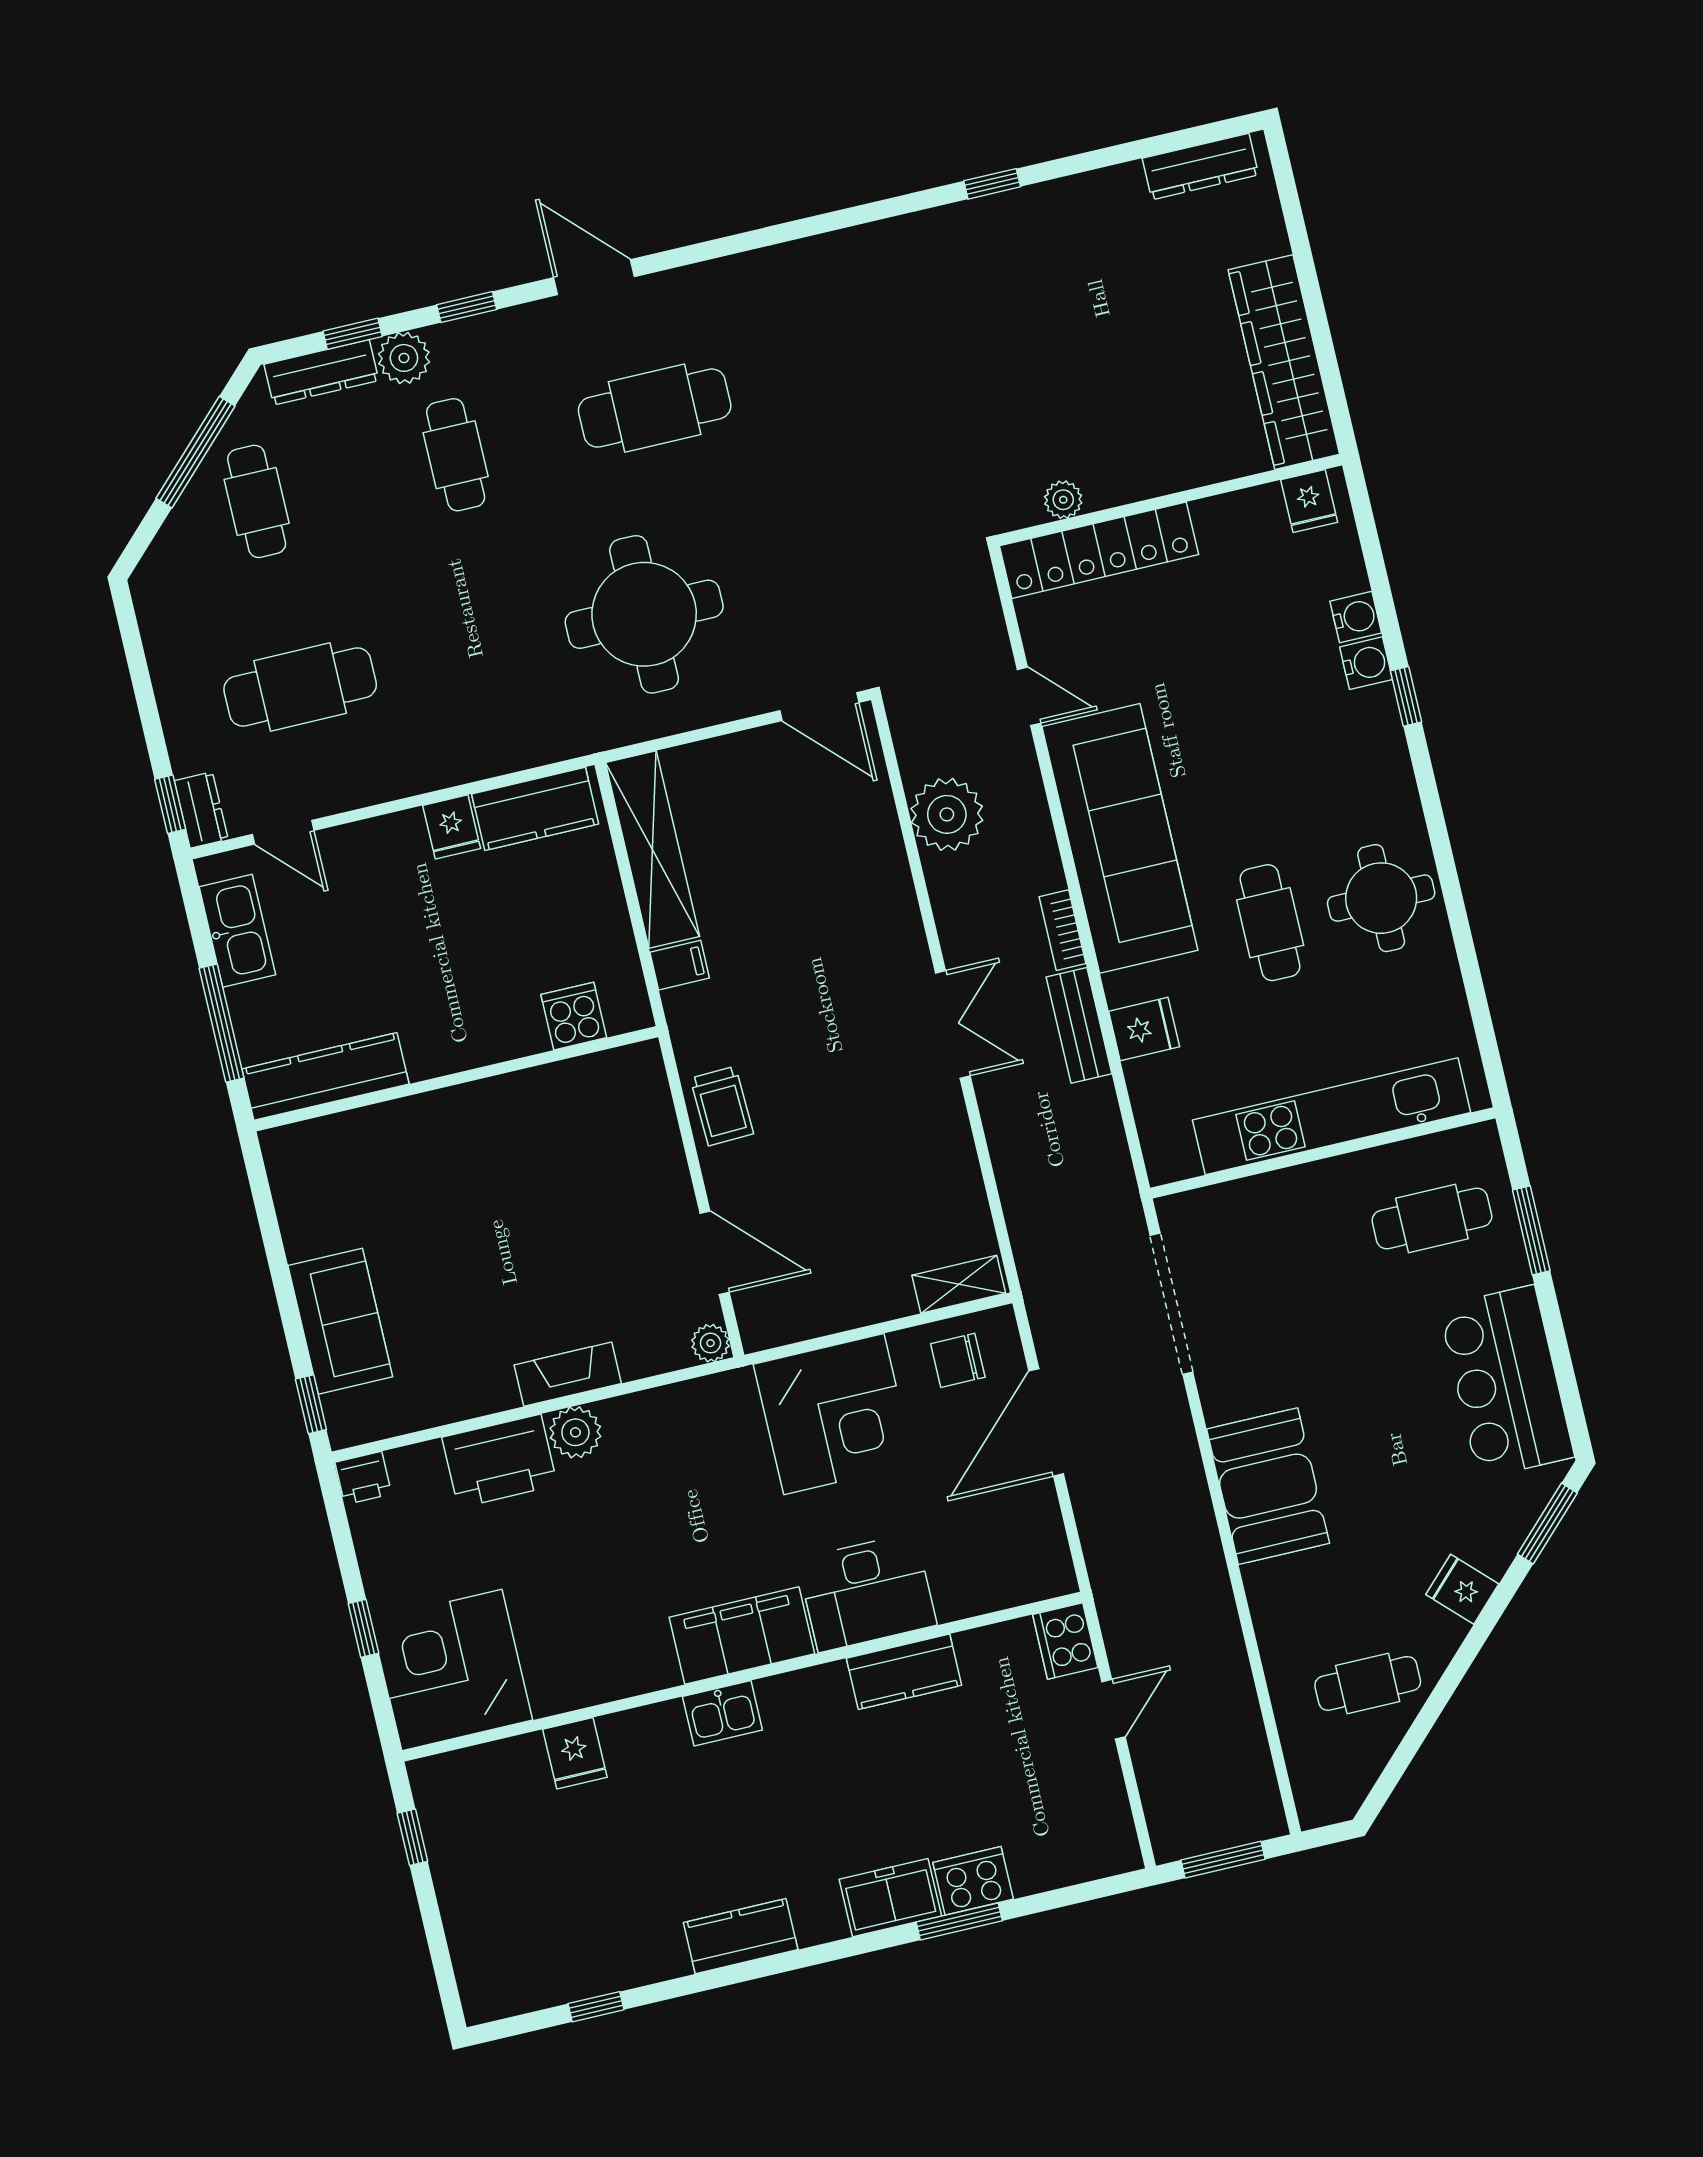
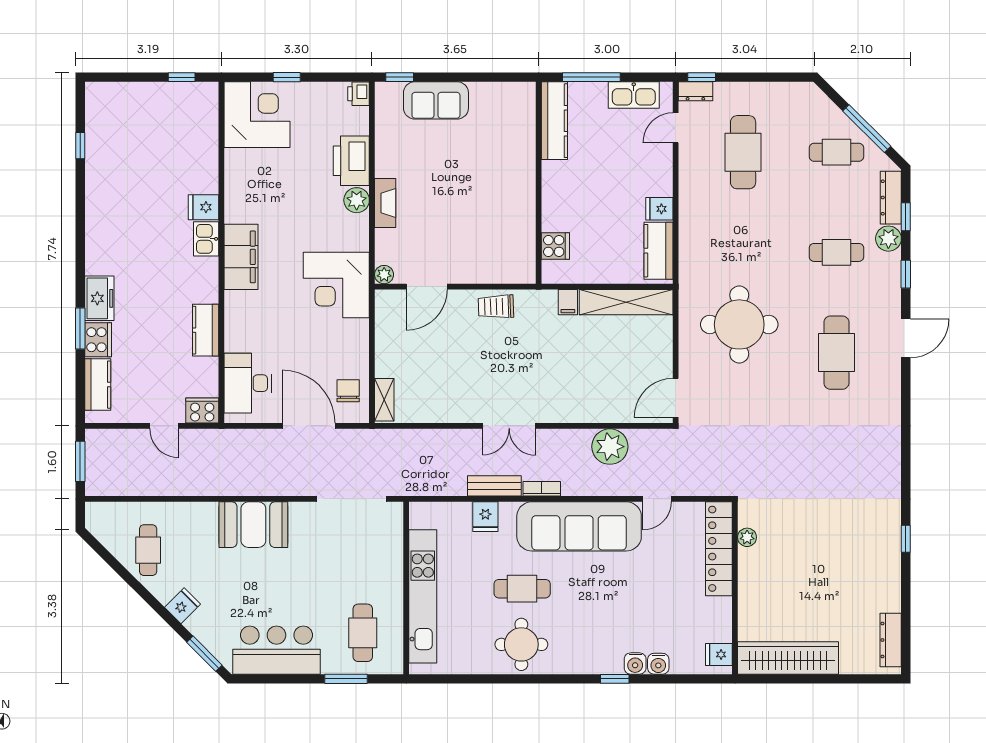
corner desk: (834, 1414) -> (336, 285), moved
desk: (867, 1592) -> (248, 383), moved
fridge: (575, 1753) -> (203, 207), moved
kitchen counter: (741, 1936) -> (98, 385), moved

